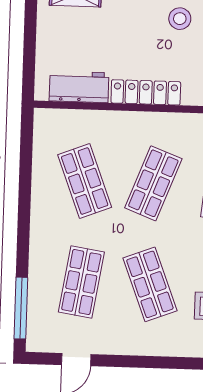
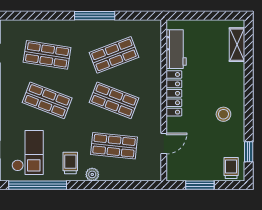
shop shelf: (150, 284) -> (47, 100), turned 42
window: (21, 308) -> (95, 16), moved

